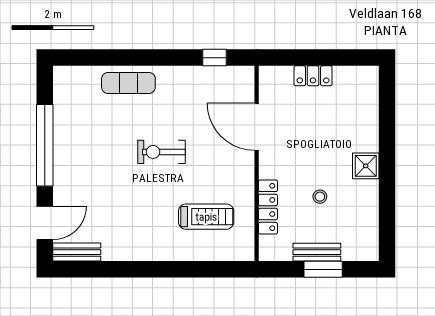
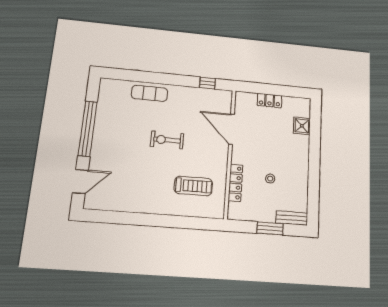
shower: (366, 166) -> (302, 126), moved
bench: (77, 252) -> (101, 204), removed
bench: (317, 252) -> (292, 218), moved

